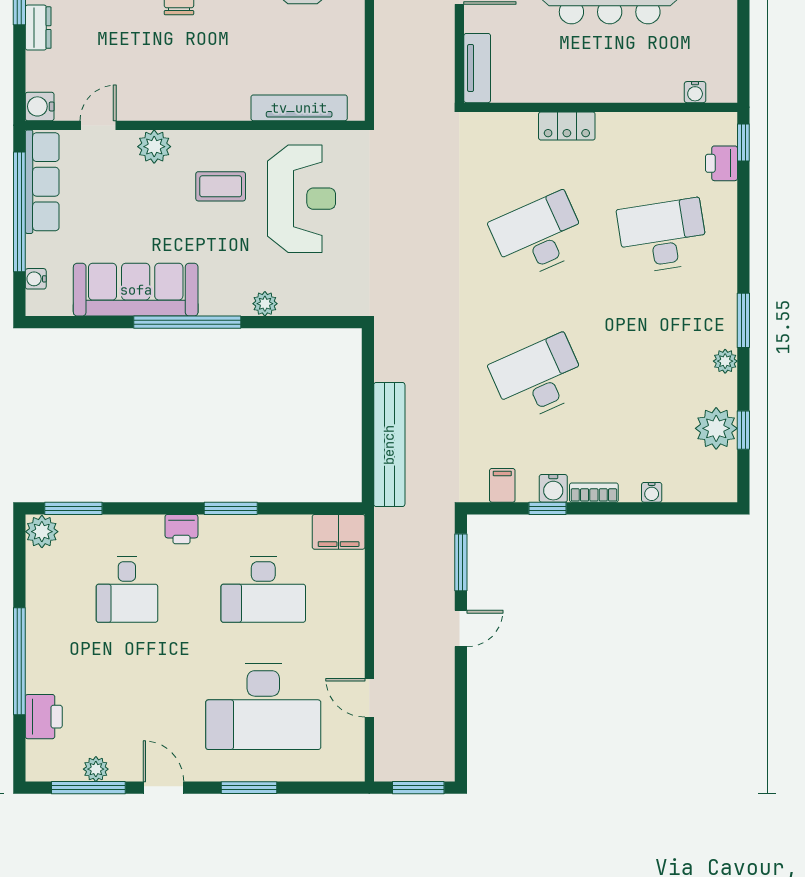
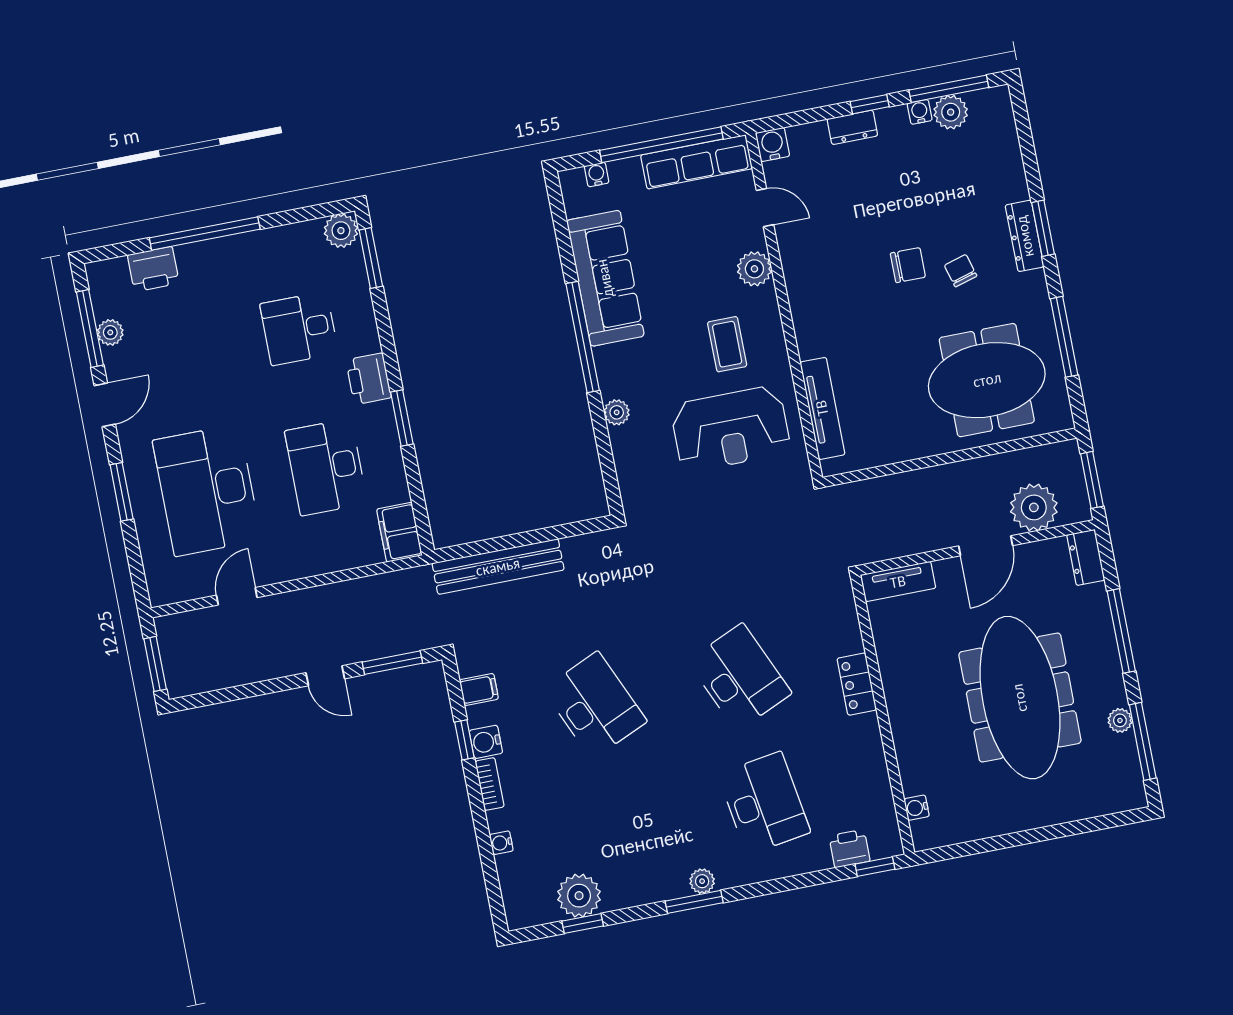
plant: (725, 361) -> (702, 881), moved
printer: (181, 529) -> (369, 379), width x1.36, depth x1.24

